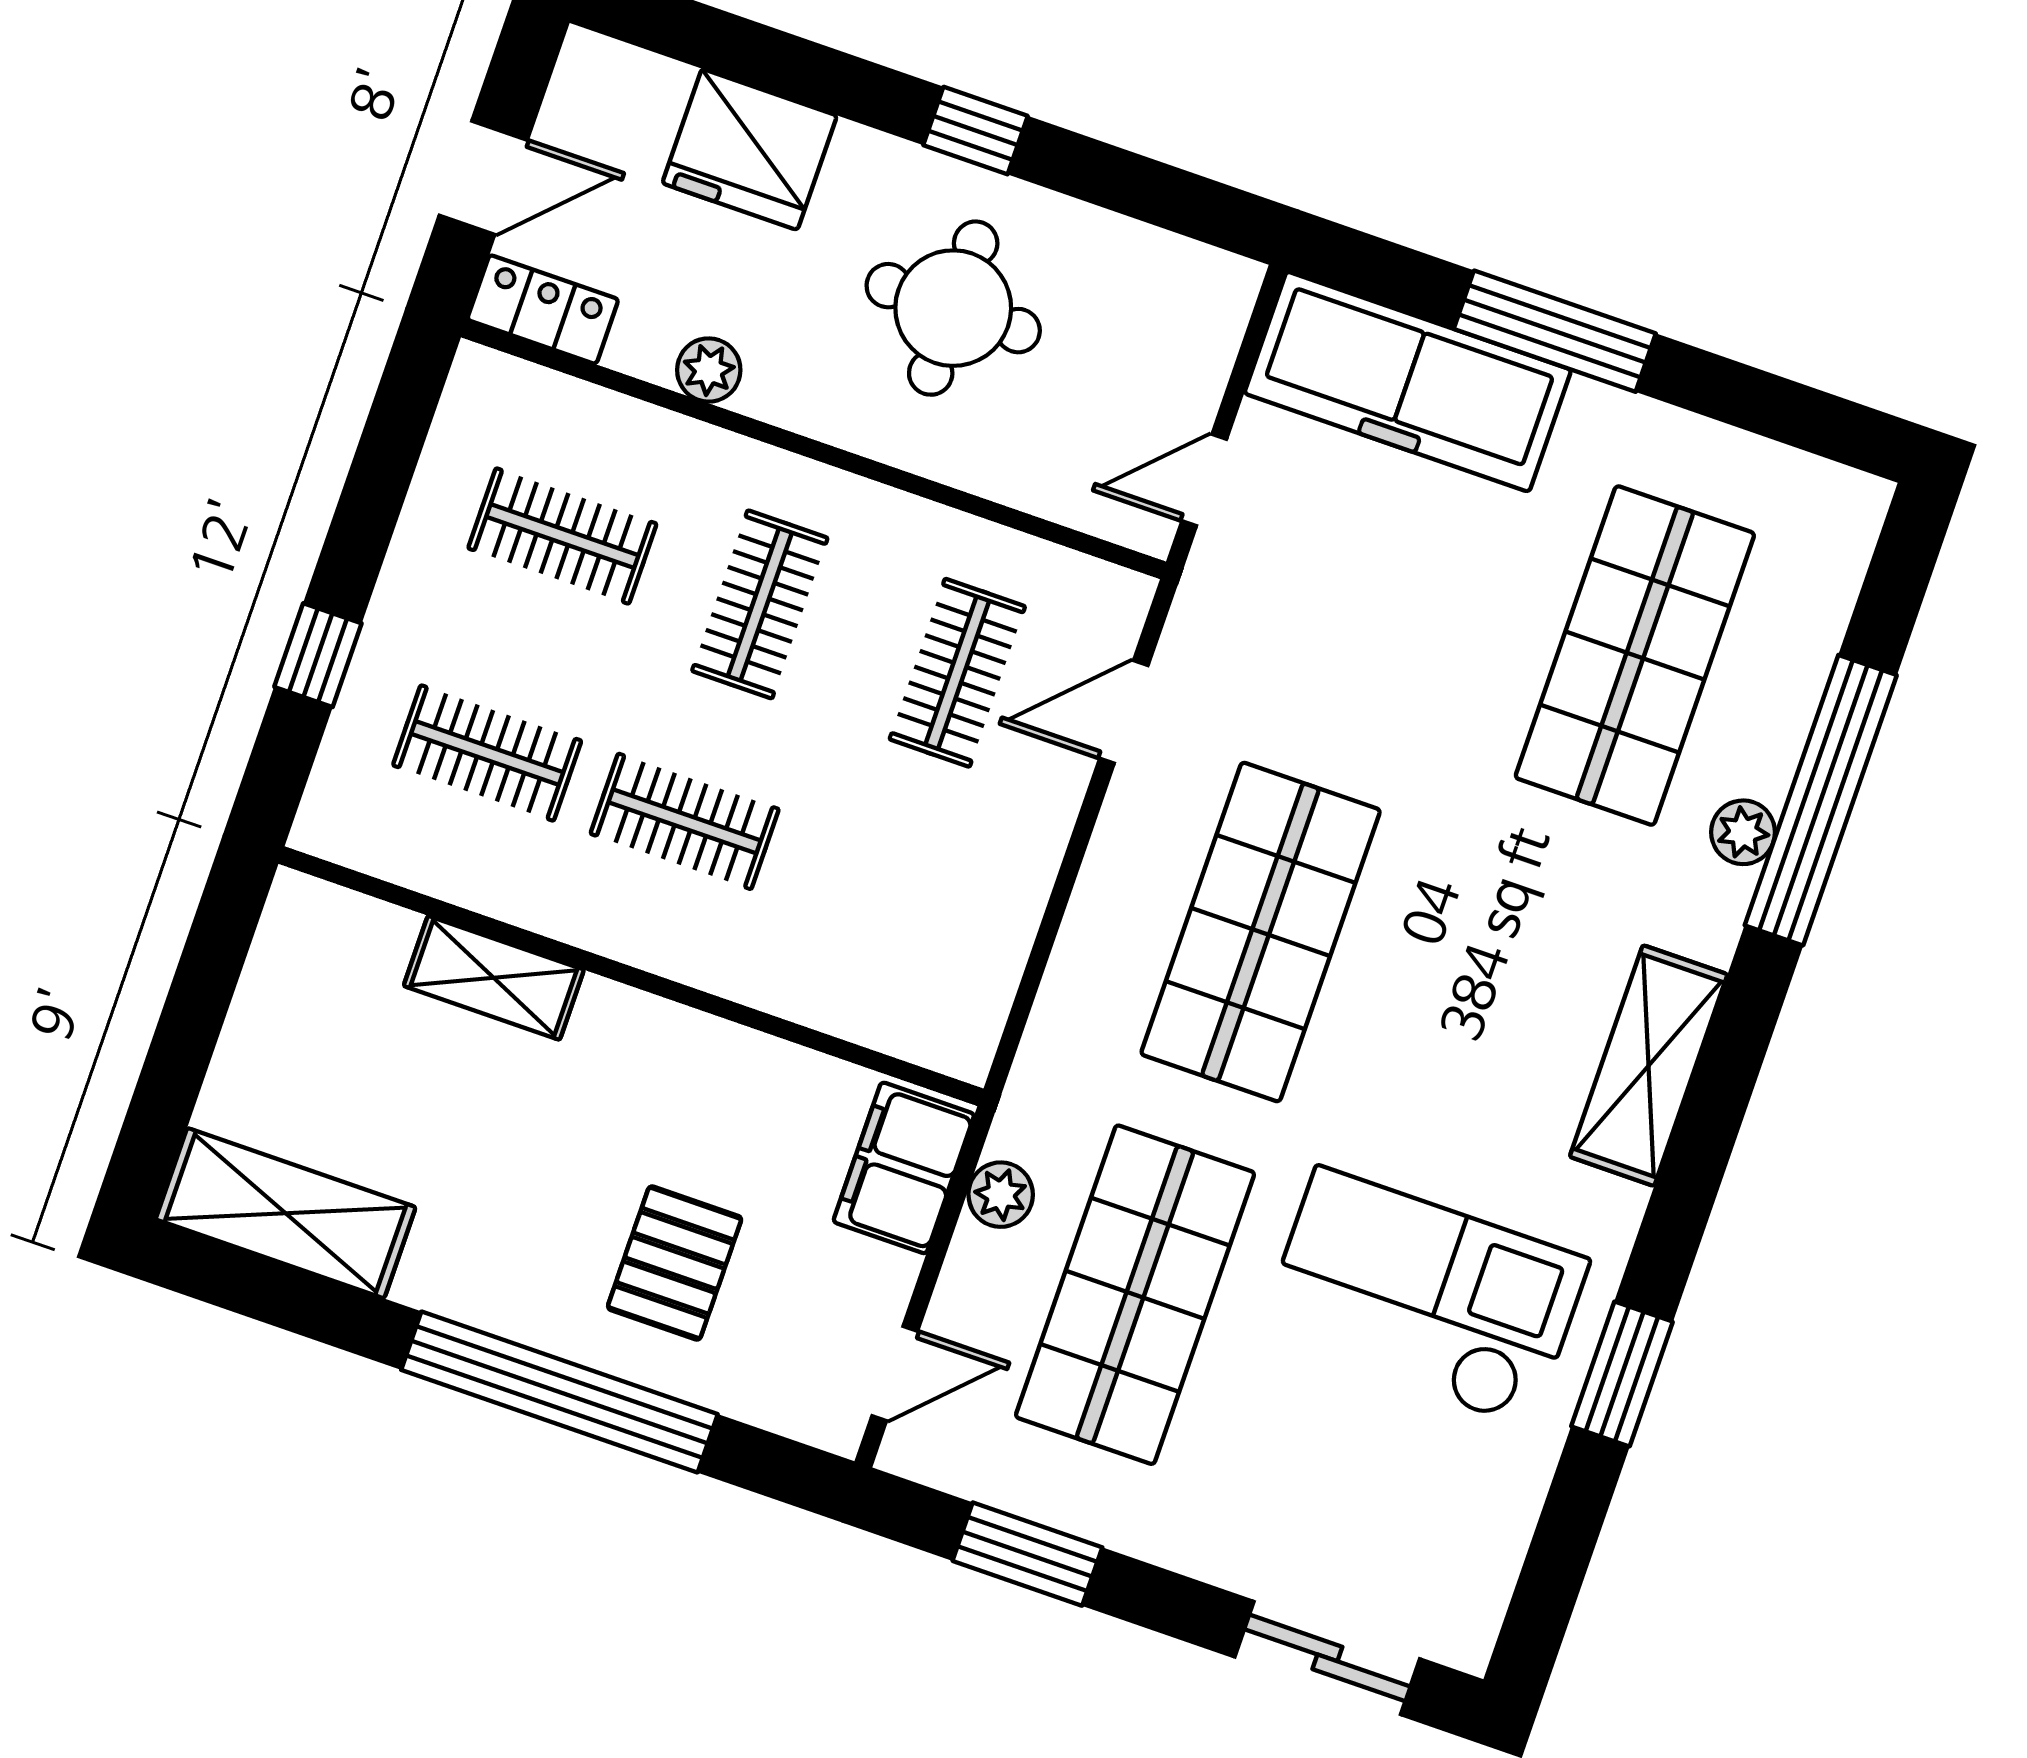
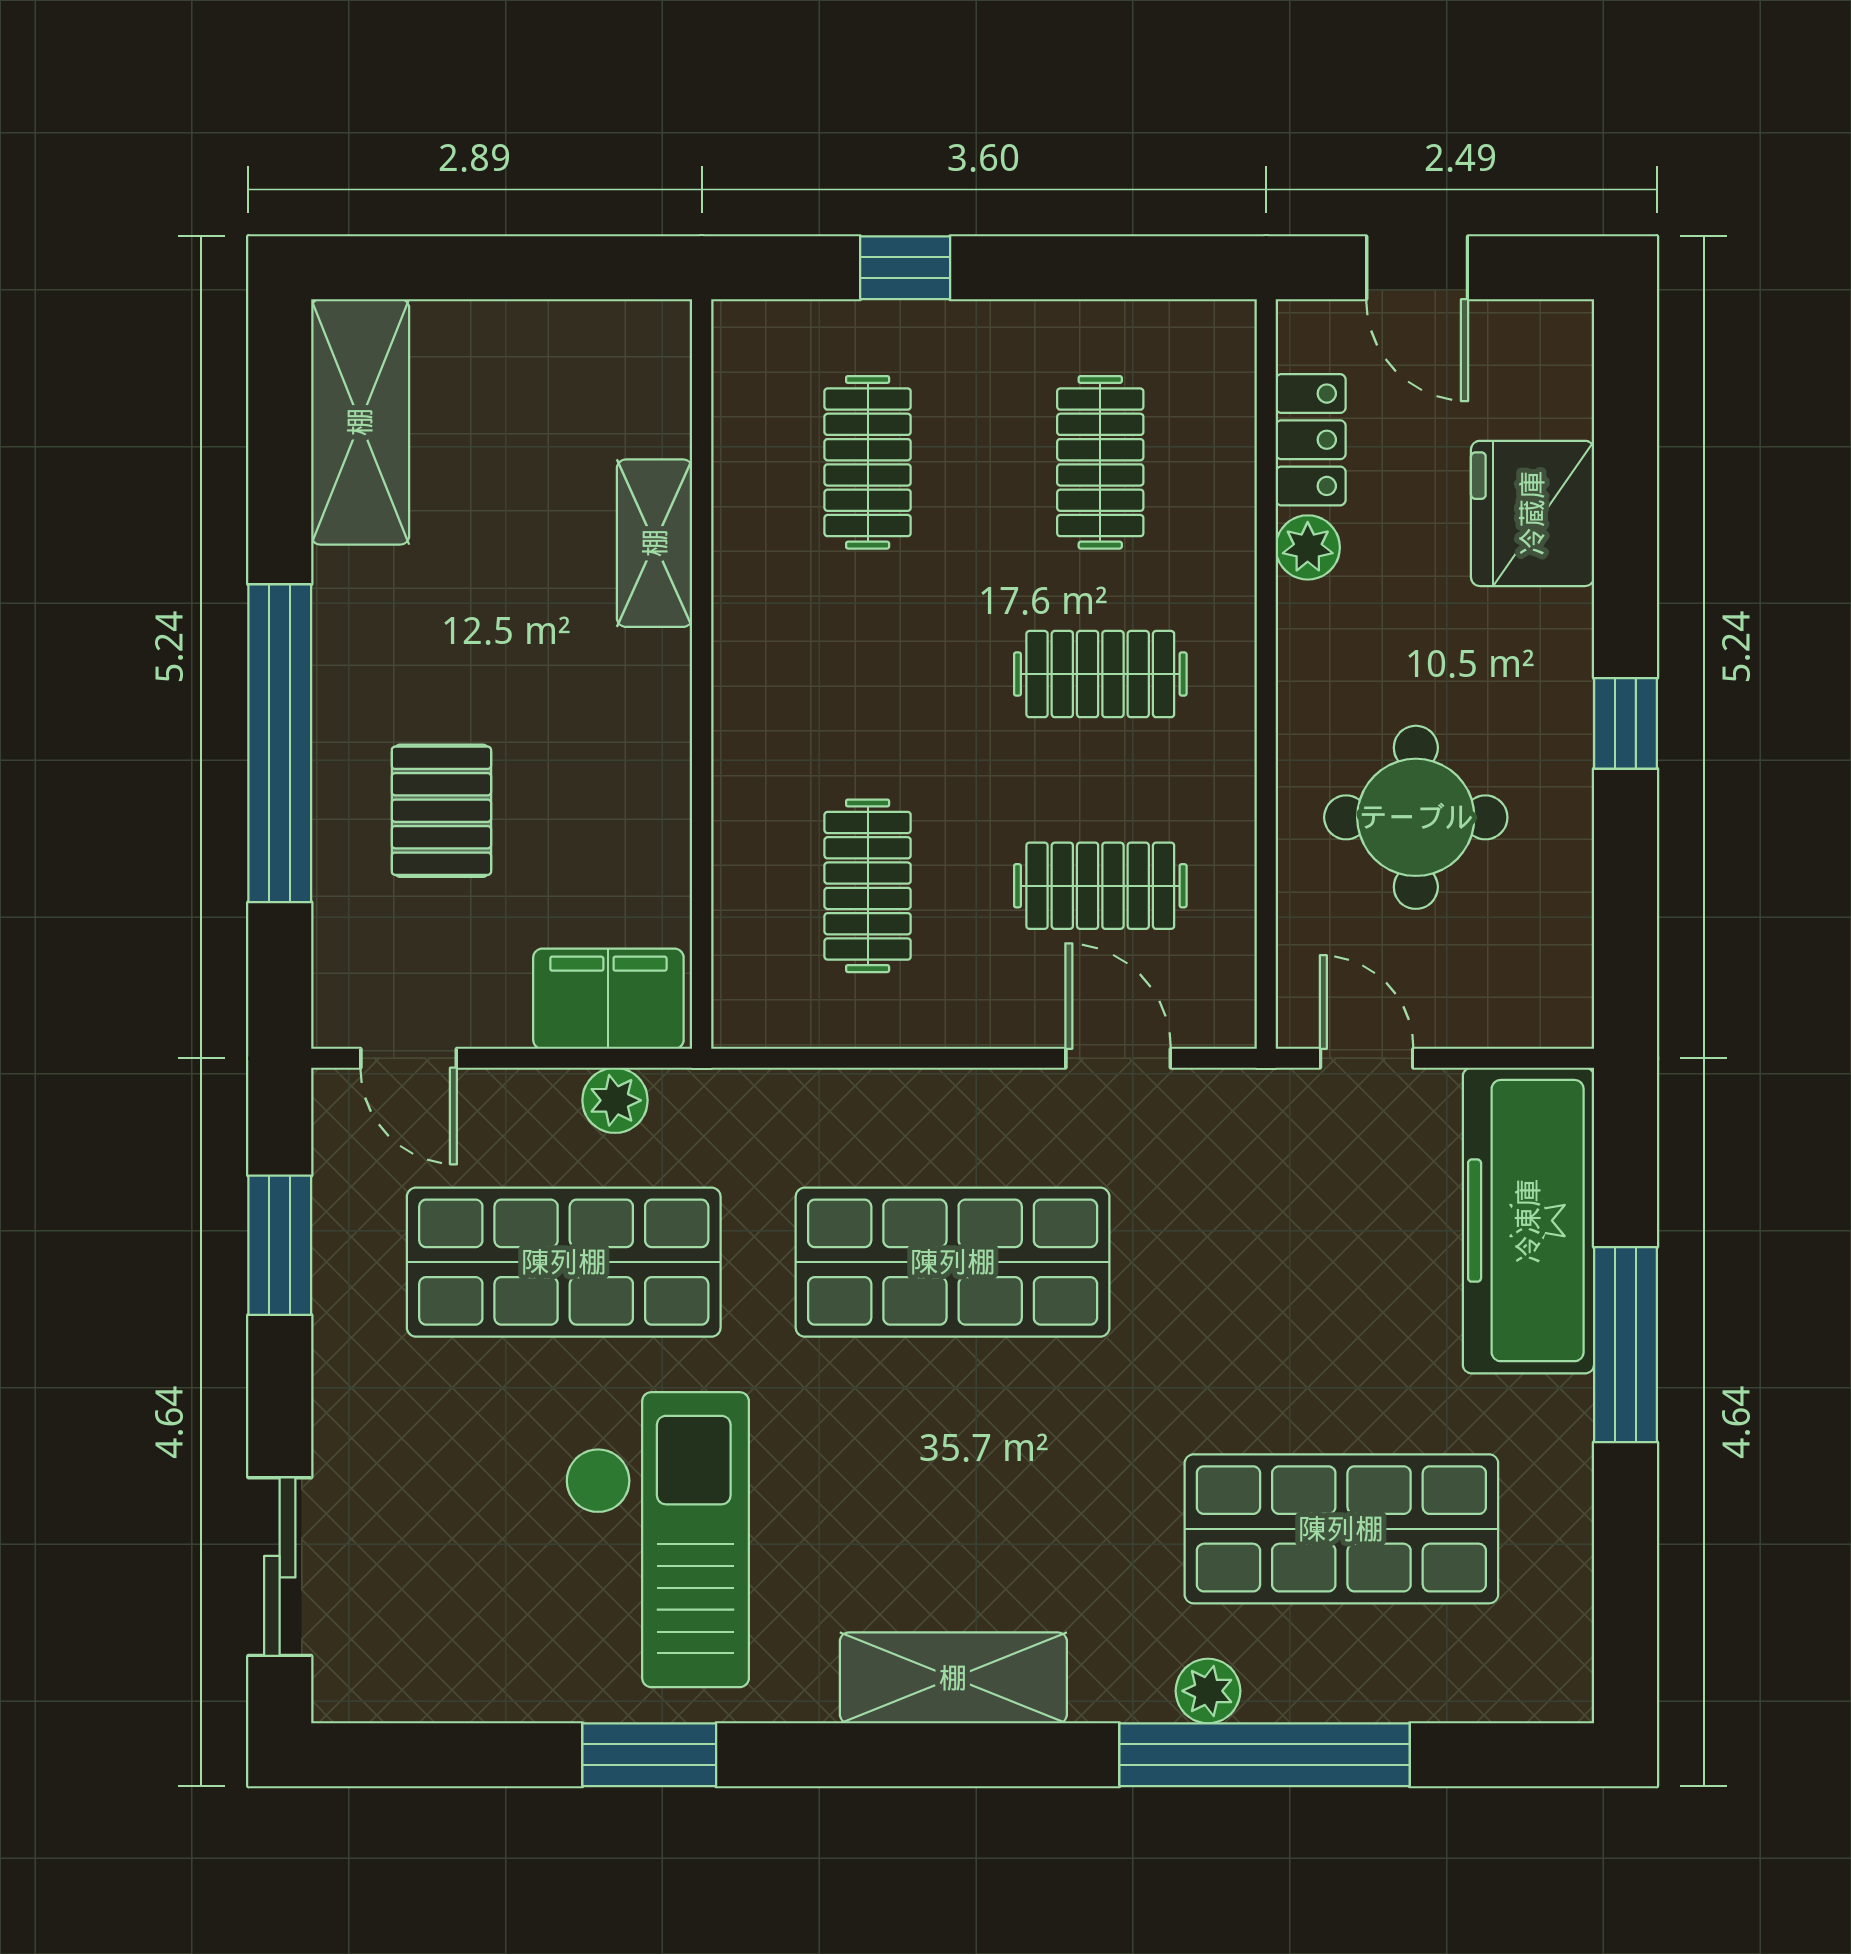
round table: (953, 308) -> (1416, 817), moved
locker: (543, 309) -> (1311, 440), moved
clothes rail: (685, 821) -> (868, 886), moved
pallet: (675, 1263) -> (441, 811), turned 90

